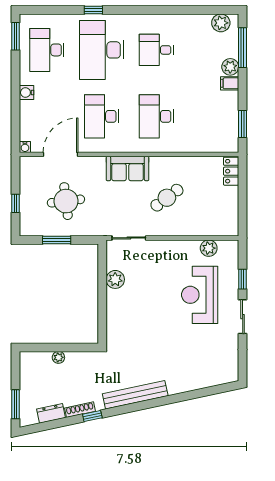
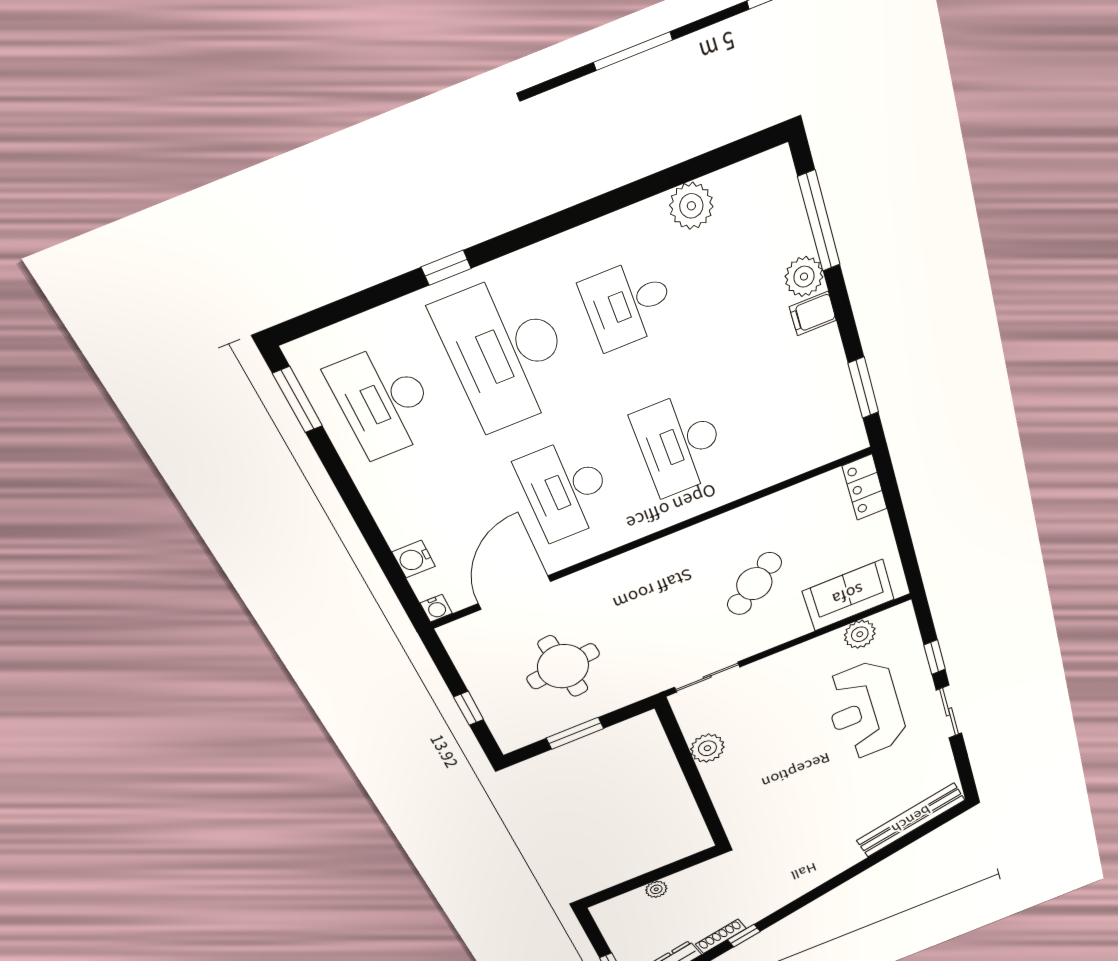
plant: (221, 23) -> (691, 206), moved
water cooler: (27, 93) -> (414, 559), moved
sofa: (127, 169) -> (848, 595), moved, turned 180
bench: (135, 395) -> (911, 820), moved

